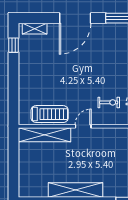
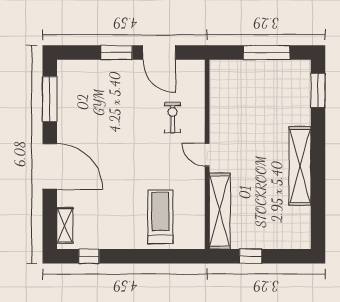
treadmill: (50, 114) -> (160, 217), moved
window: (13, 156) -> (250, 256), added

